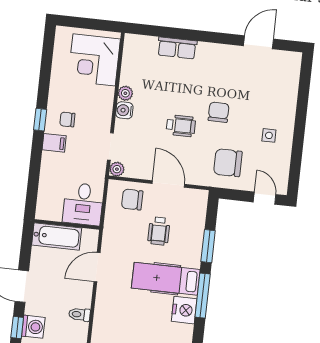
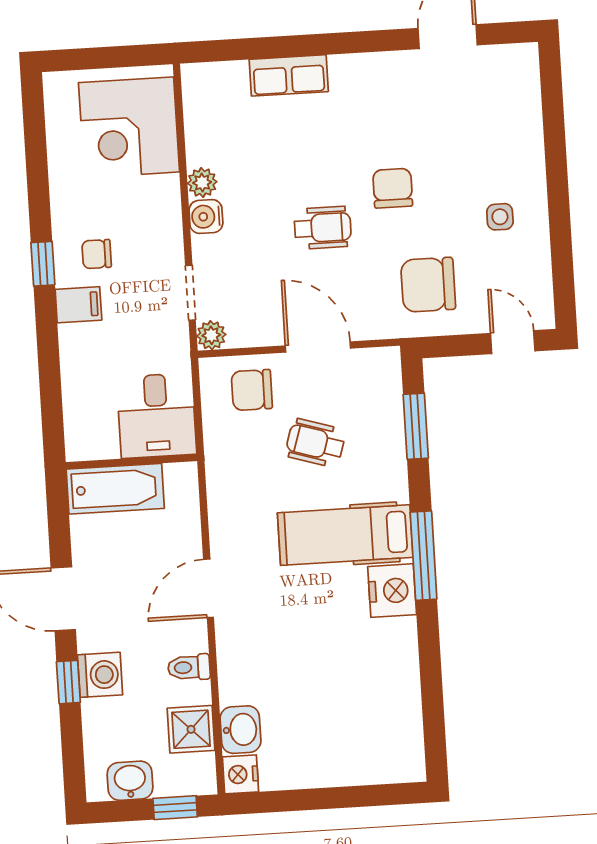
wheelchair: (159, 231) -> (315, 443), turned 107
window: (208, 246) -> (416, 426), moved
door: (97, 267) -> (209, 588), moved
toilet: (79, 314) -> (189, 667), moved

